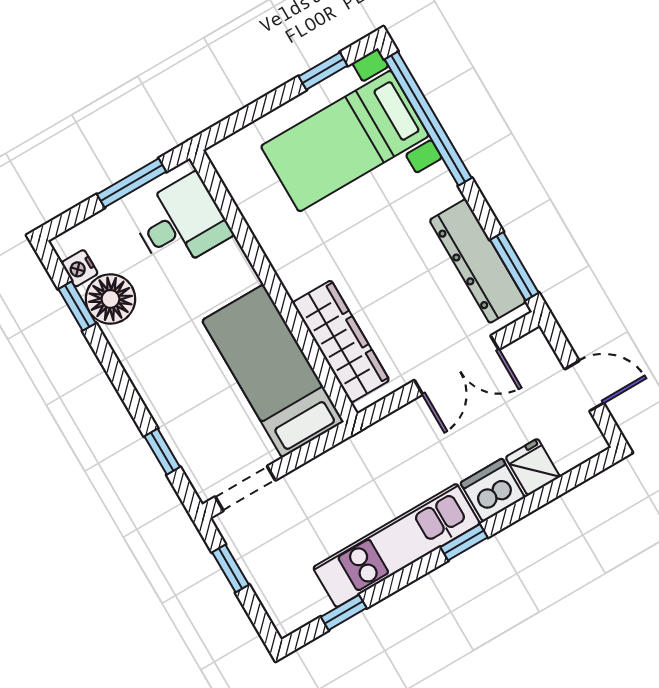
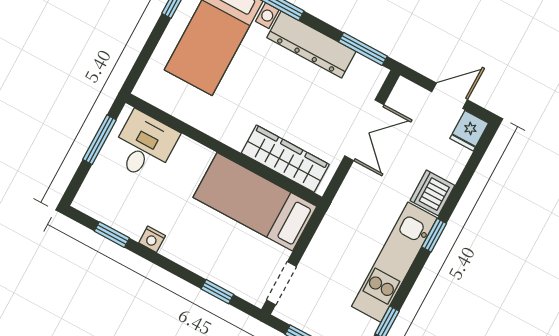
dresser: (478, 261) -> (311, 44), moved
nightstand: (80, 268) -> (152, 239), moved
floor lamp: (110, 299) -> (130, 218), removed
fridge: (533, 467) -> (469, 131), moved, turned -90

